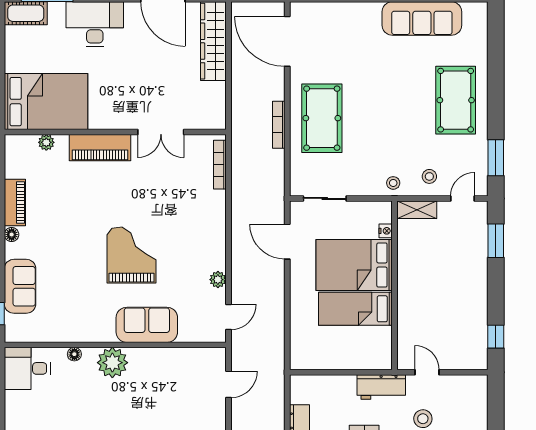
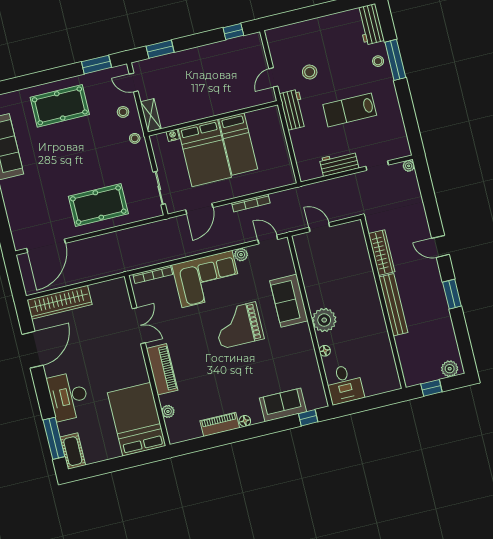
bookcase: (279, 125) -> (251, 203), moved
corner sofa: (198, 230) -> (207, 279), added

